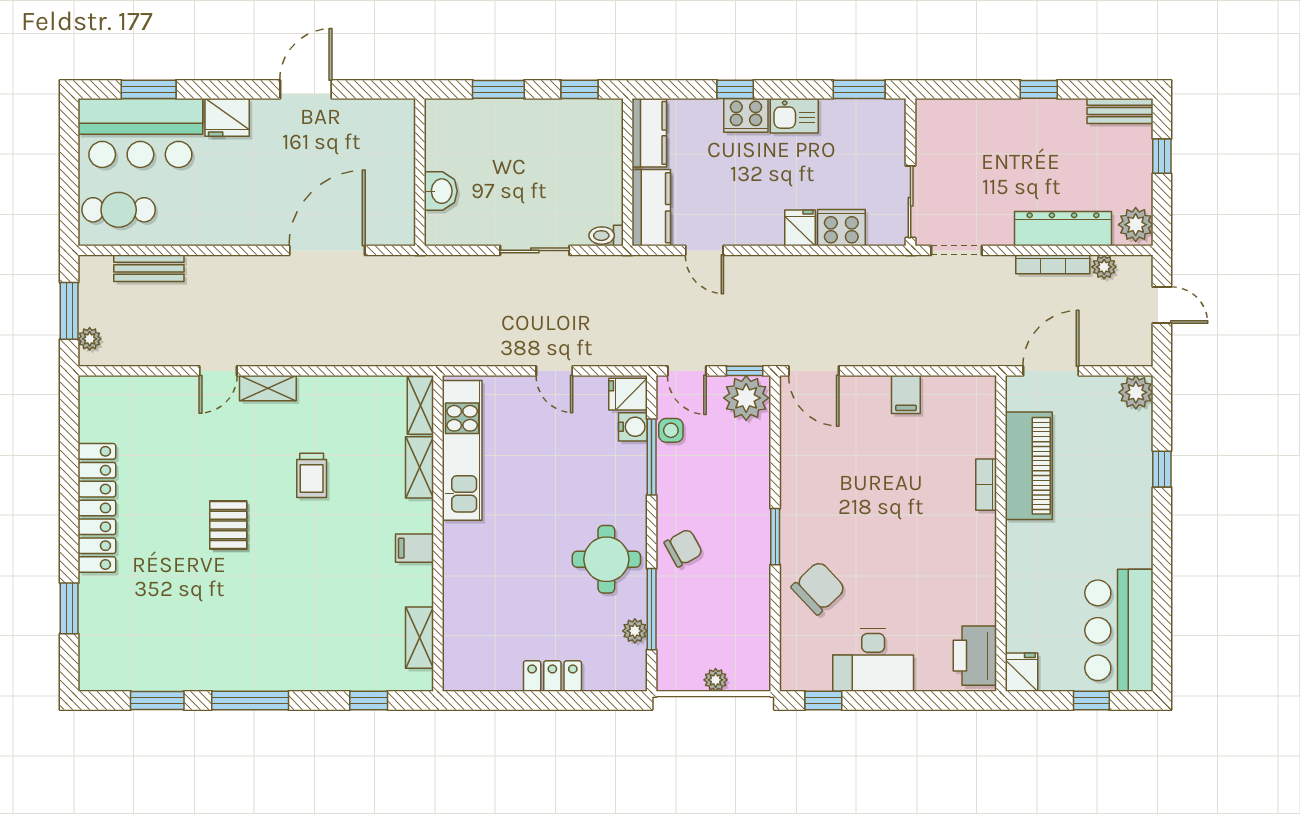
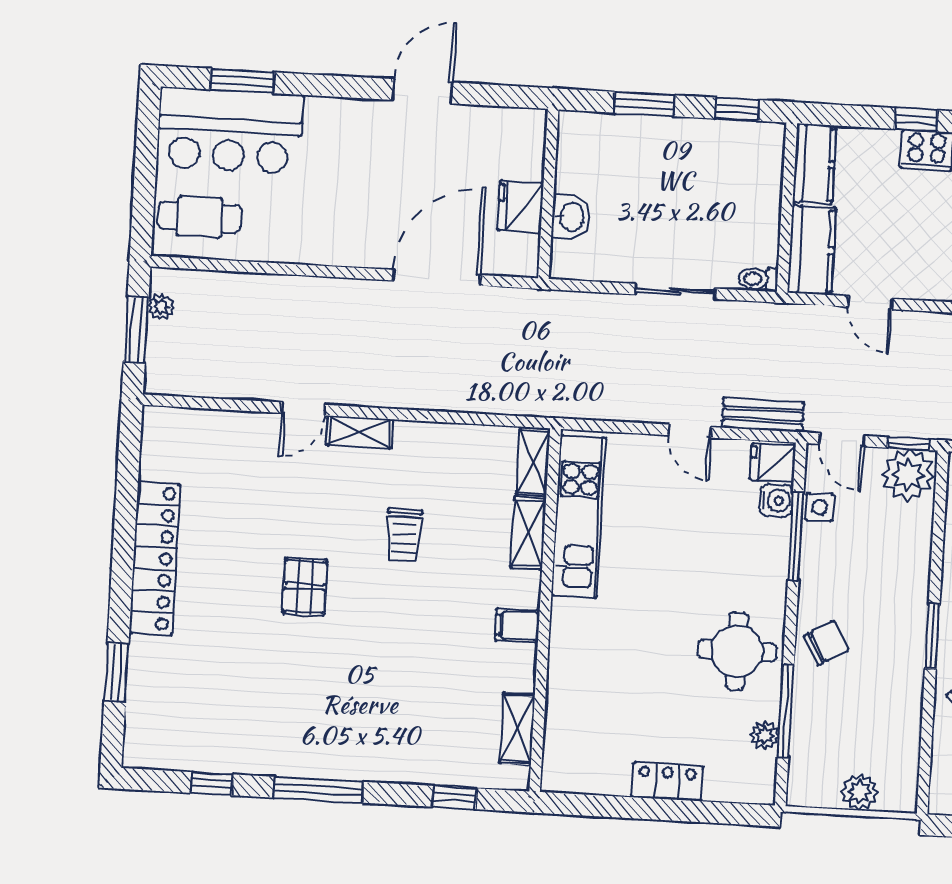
fridge: (227, 117) -> (520, 207), moved, turned 90
bench: (149, 268) -> (763, 415), moved
plant: (90, 339) -> (161, 307), moved
plant: (716, 680) -> (860, 792), width x1.38, depth x1.38
window: (157, 701) -> (212, 784), width x0.67

